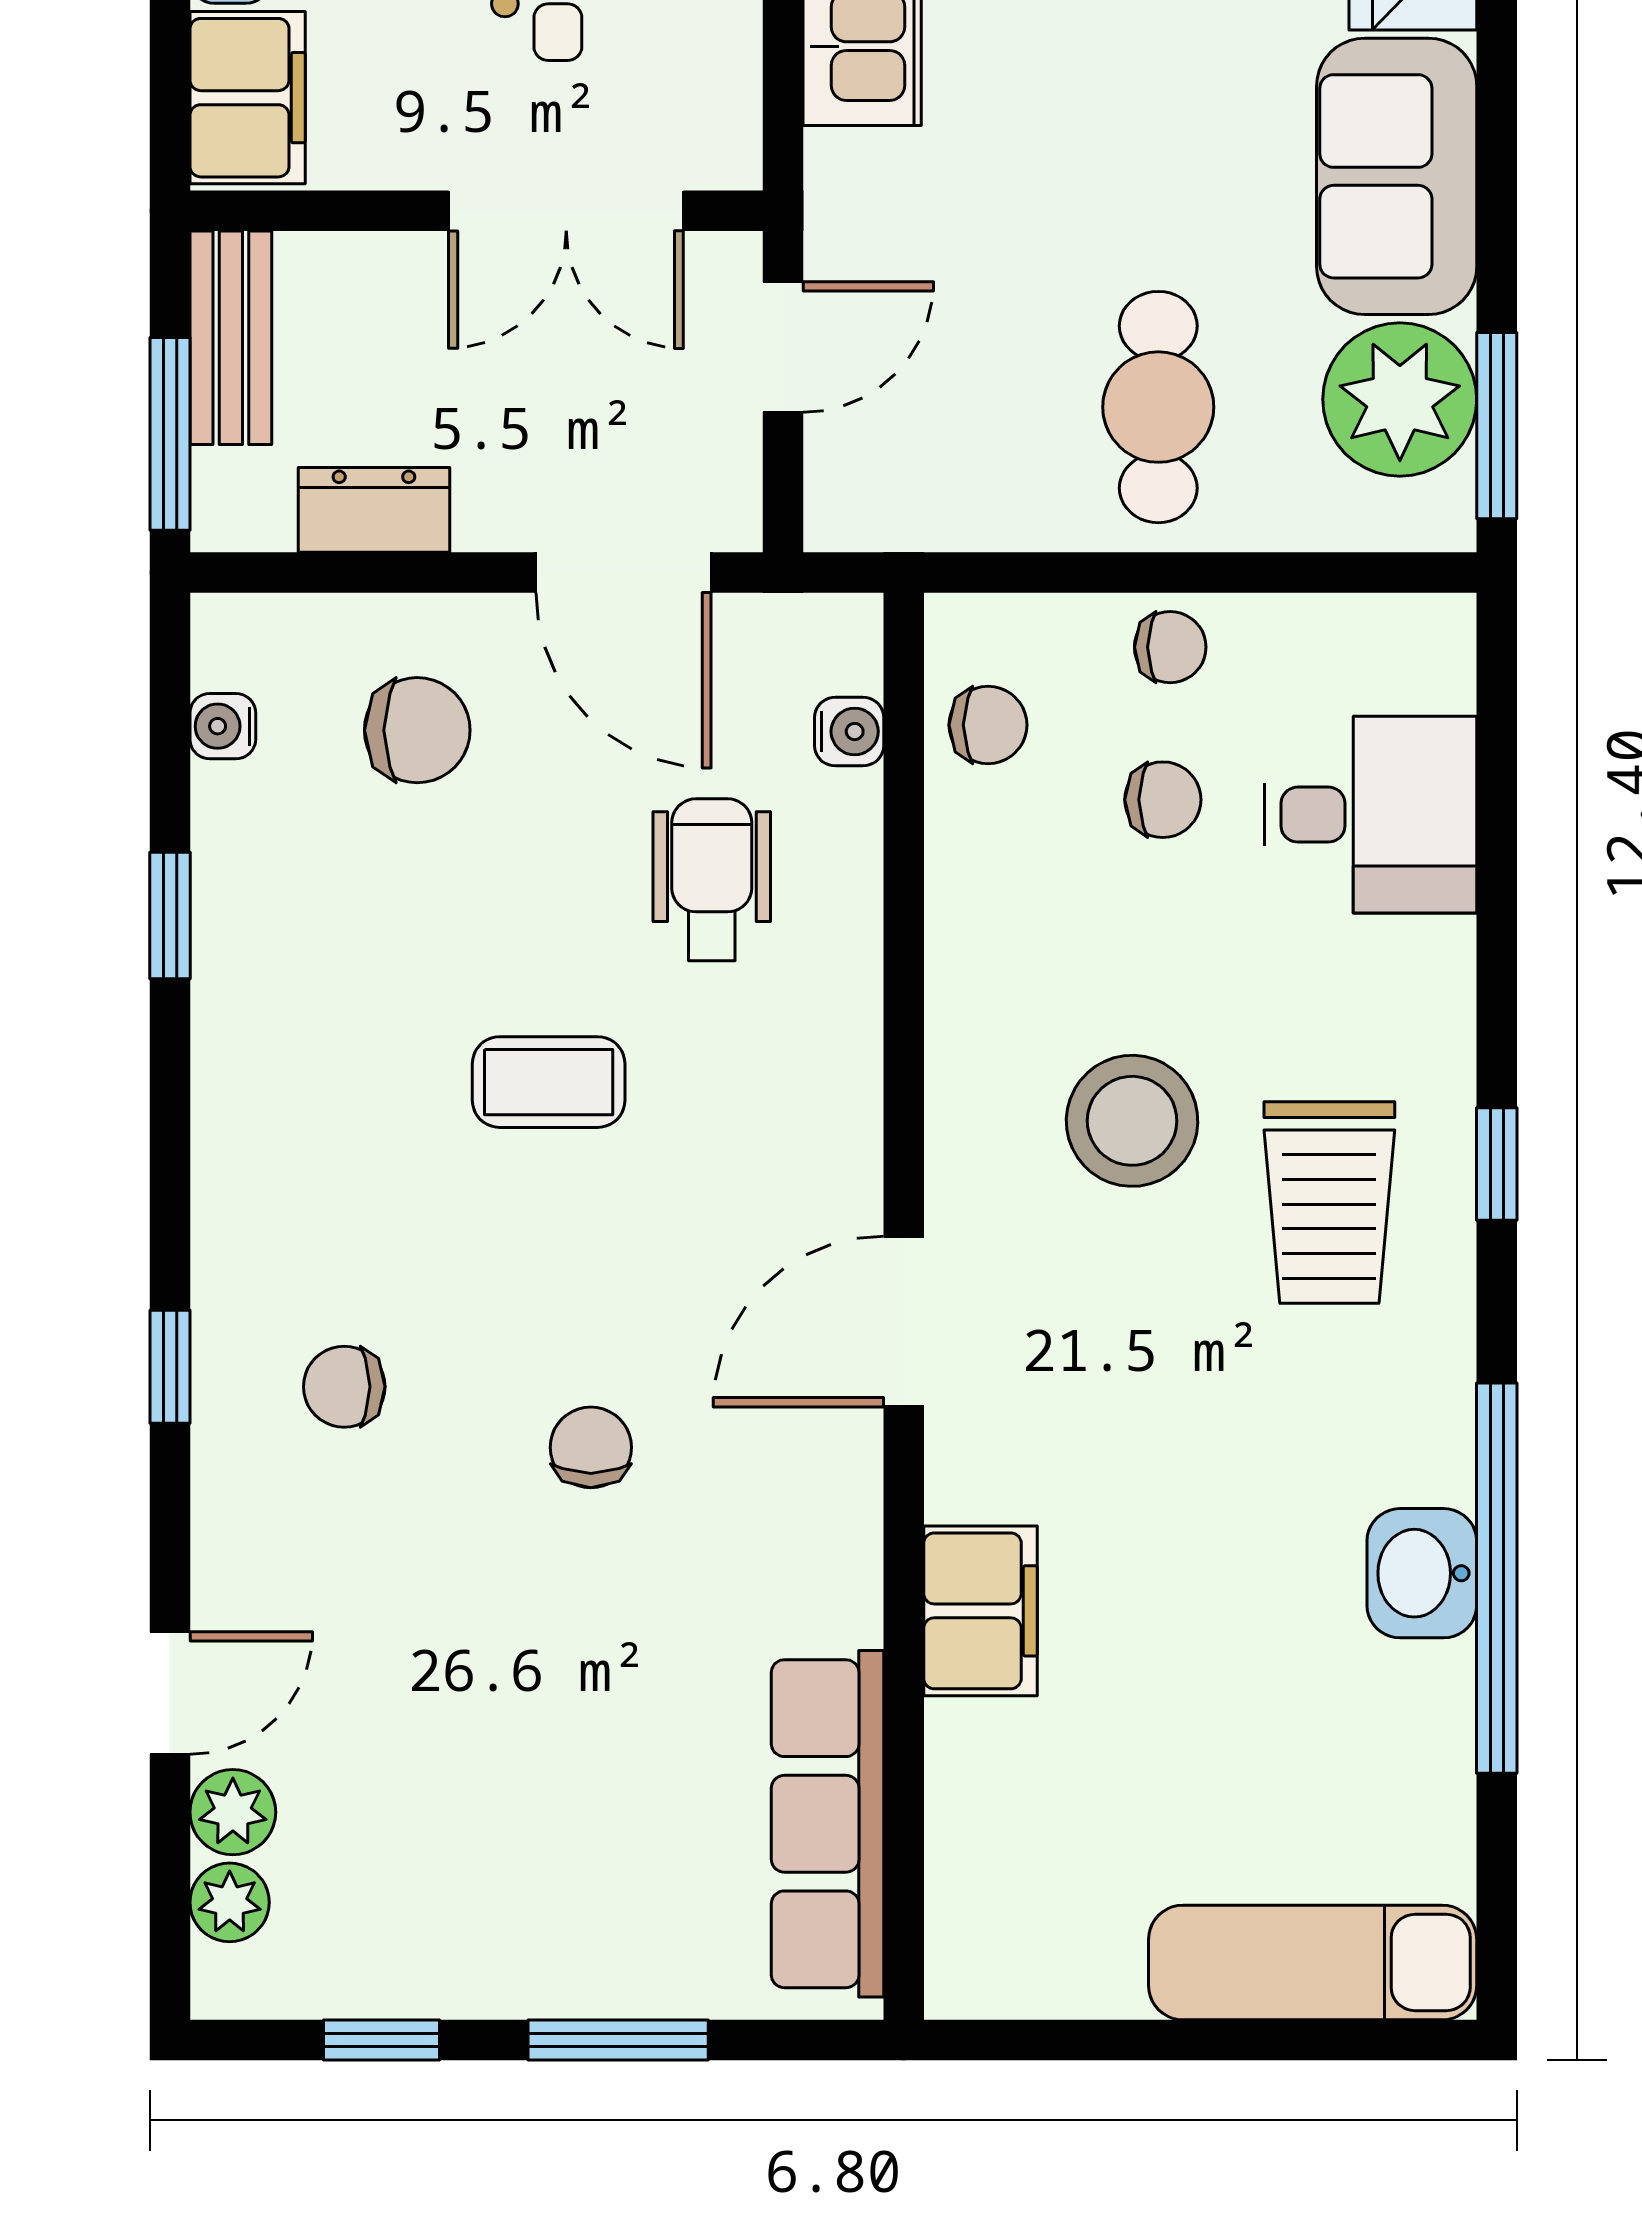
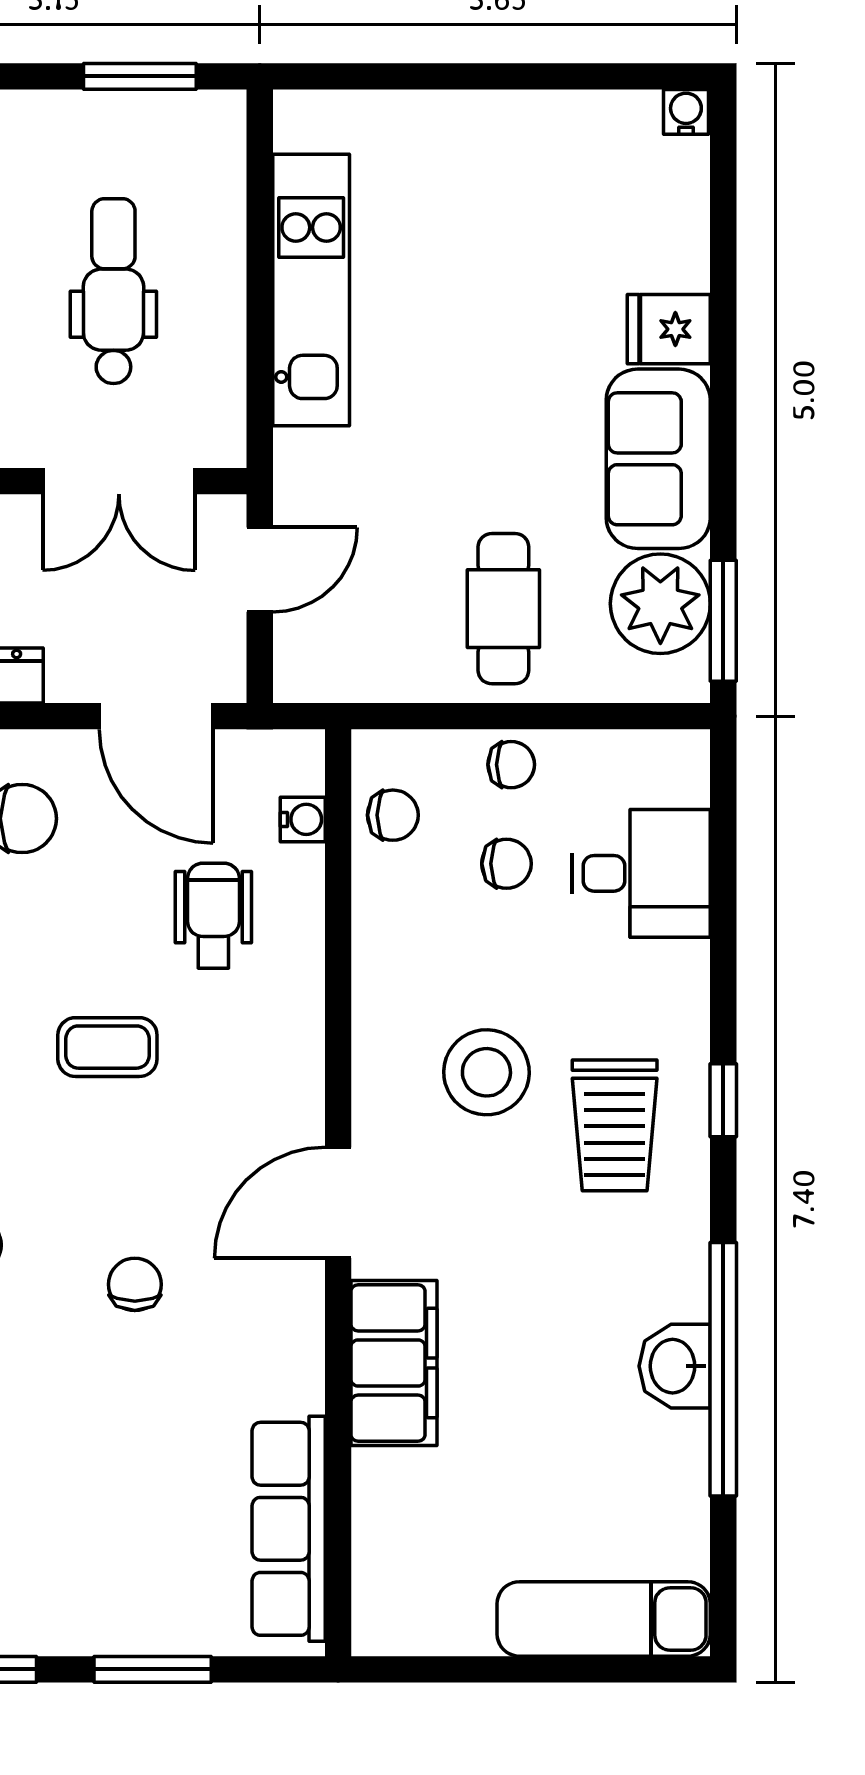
filing cabinet: (980, 1611) -> (394, 1363), width x1.50, depth x1.17

